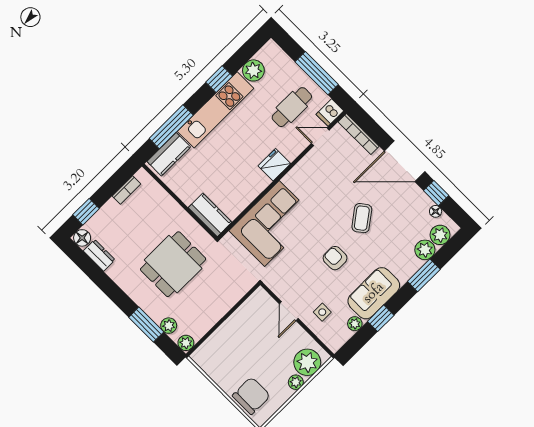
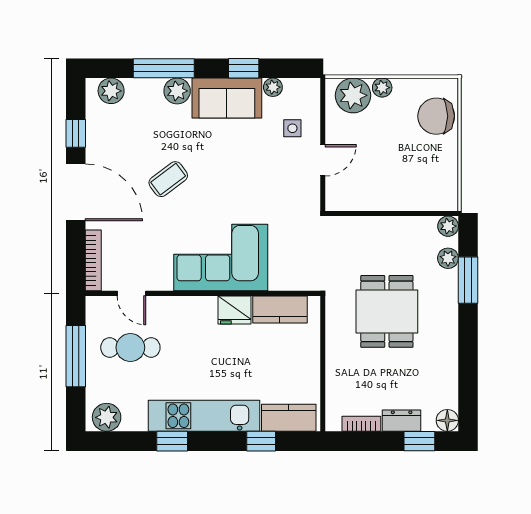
plant: (253, 70) -> (107, 417), moved
dishwasher: (330, 113) -> (100, 307), removed
window: (171, 127) -> (261, 441), width x0.46
fridge: (274, 165) -> (234, 310), moved
floor lamp: (436, 211) -> (93, 117), removed
kitchen counter: (210, 215) -> (280, 309), moved, turned -90
corner sofa: (272, 224) -> (221, 258), moved
plant: (425, 250) -> (177, 91), moved
dresser: (99, 255) -> (402, 421), moved, turned 90
armchair: (335, 258) -> (230, 167), removed
dining table: (173, 264) -> (387, 311), turned 90
window: (424, 275) -> (164, 68), width x1.44

